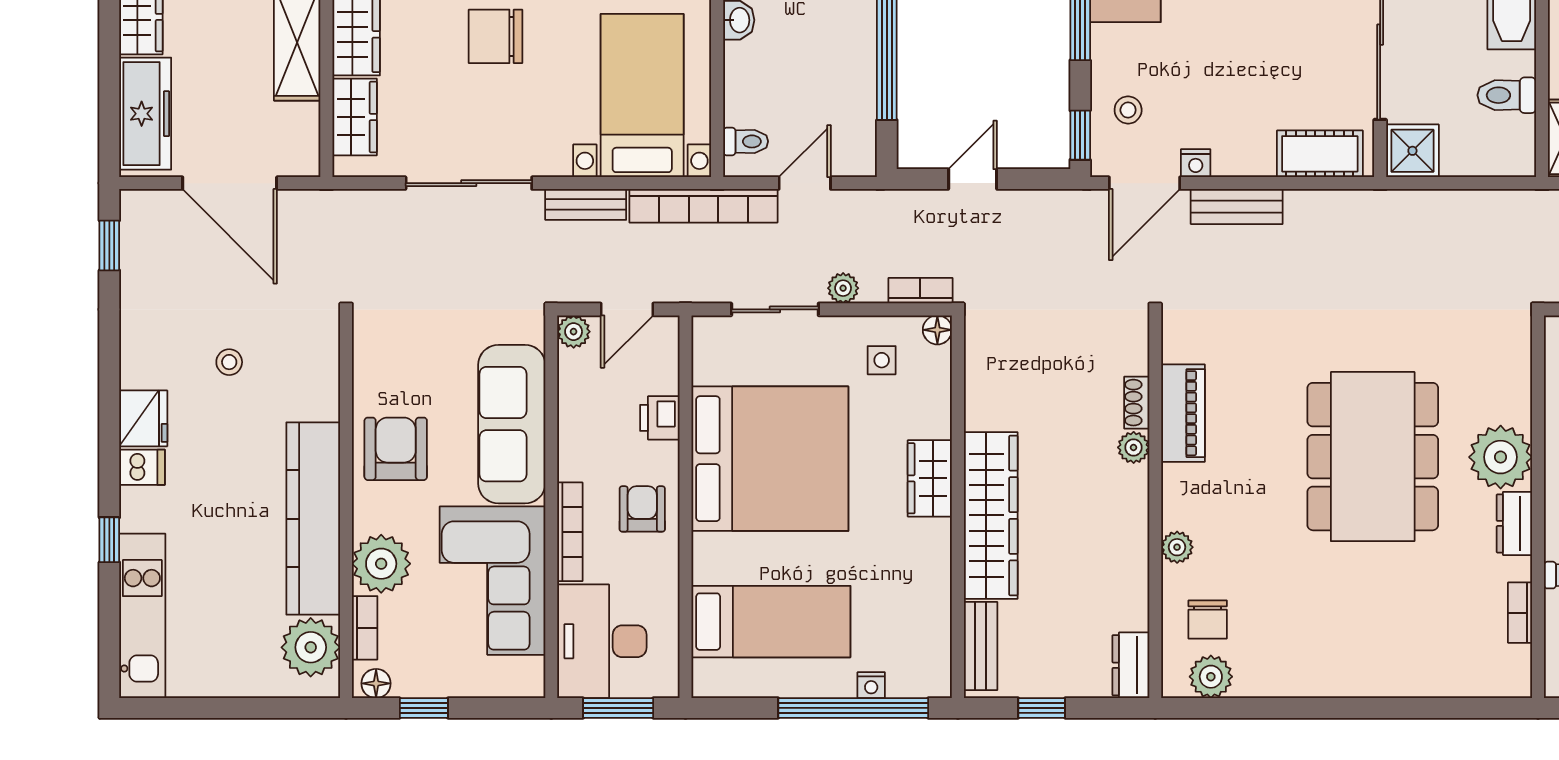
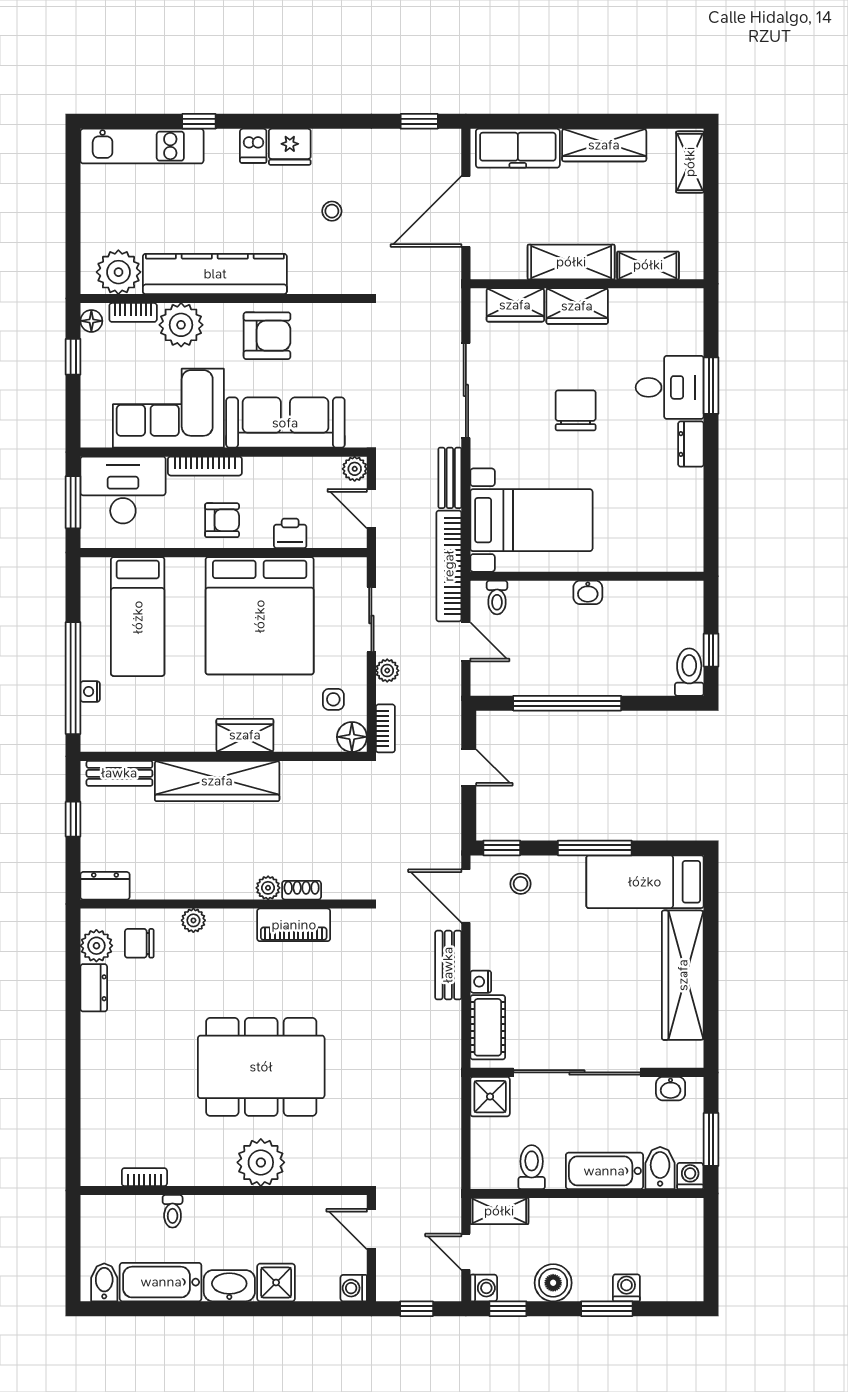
nightstand: (1196, 163) -> (481, 982), moved
floor lamp: (937, 330) -> (352, 737), width x1.37, depth x1.37
dresser: (1514, 523) -> (94, 988), moved, turned 90

